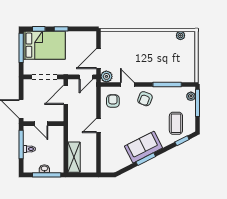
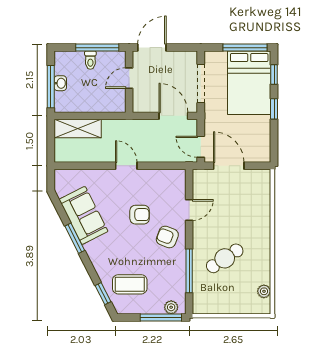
cafe table: (159, 61) -> (225, 258), added
plant: (106, 76) -> (201, 178), removed
armchair: (113, 101) -> (140, 215), moved
sofa: (144, 147) -> (83, 215), moved

